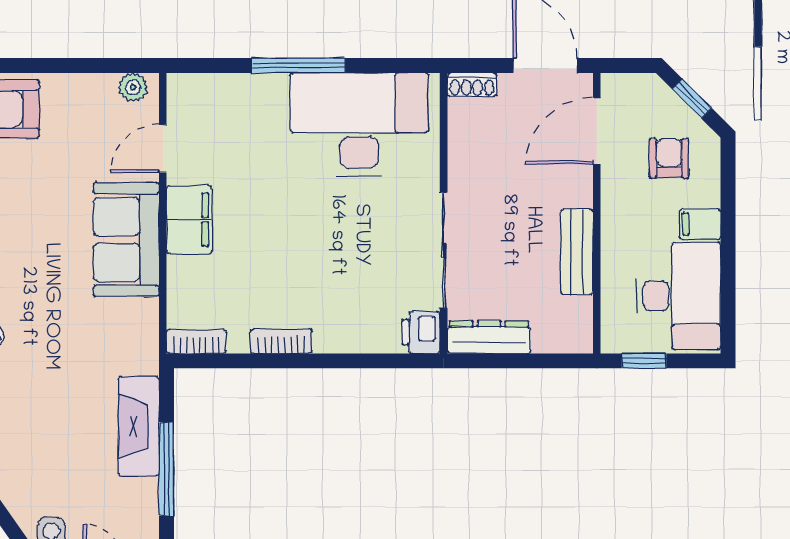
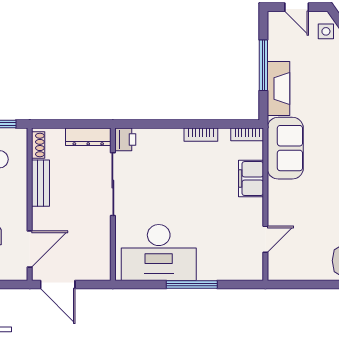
shoe rack: (472, 85) -> (38, 145), moved, turned 90
plant: (133, 87) -> (282, 273), removed
filing cabinet: (189, 220) -> (251, 179), moved
sofa: (126, 240) -> (285, 148), moved

